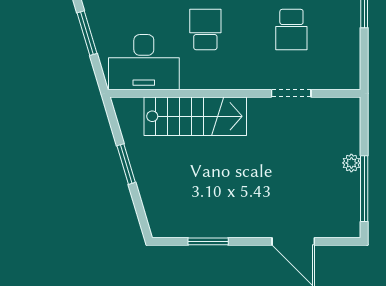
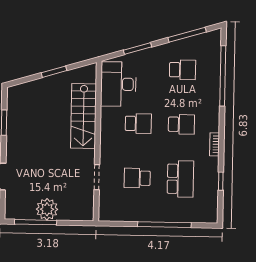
plant: (351, 163) -> (47, 209), width x1.87, depth x1.87

